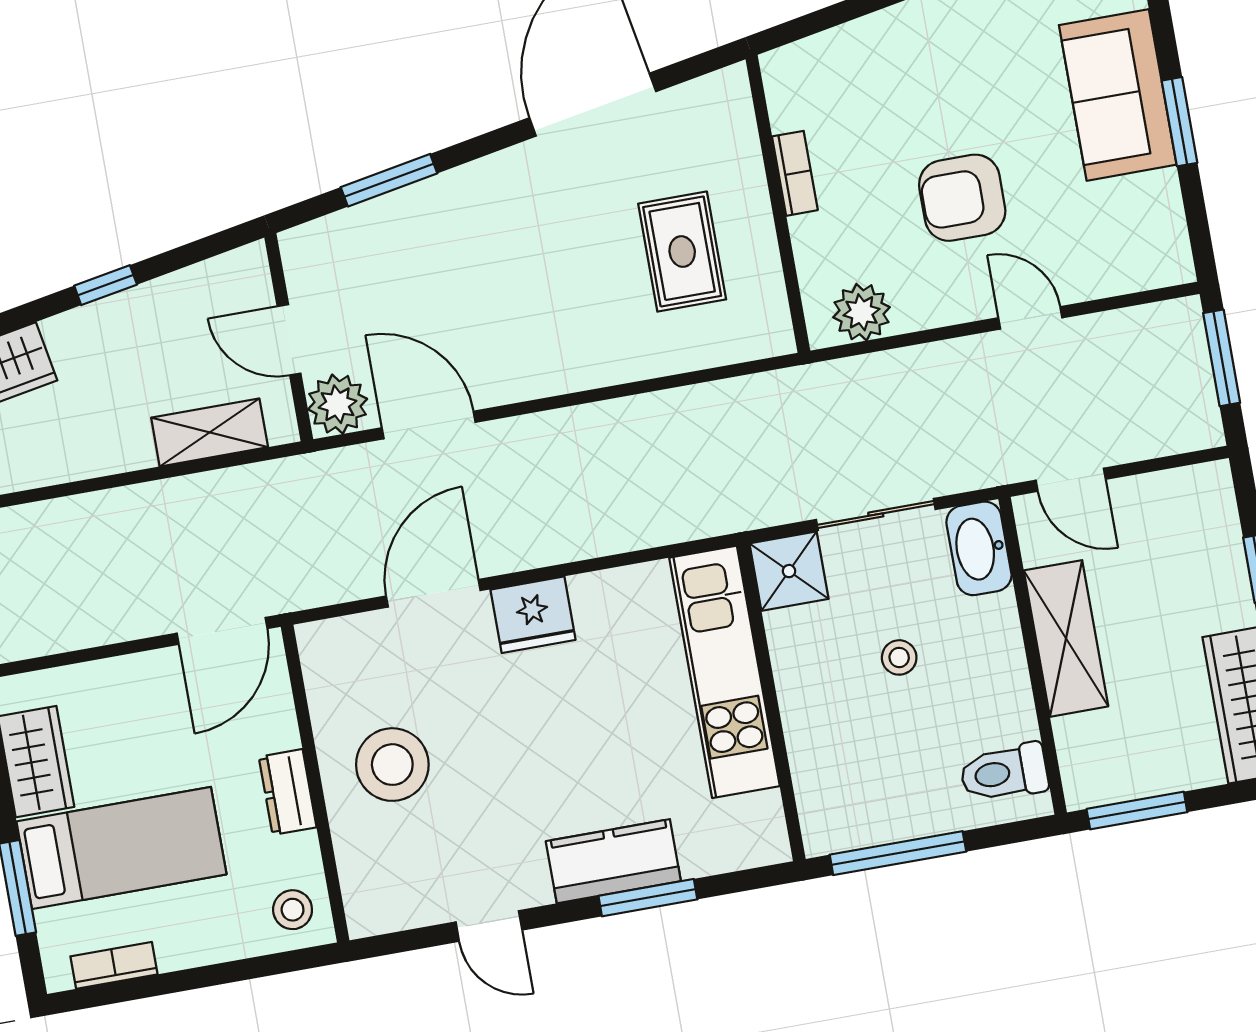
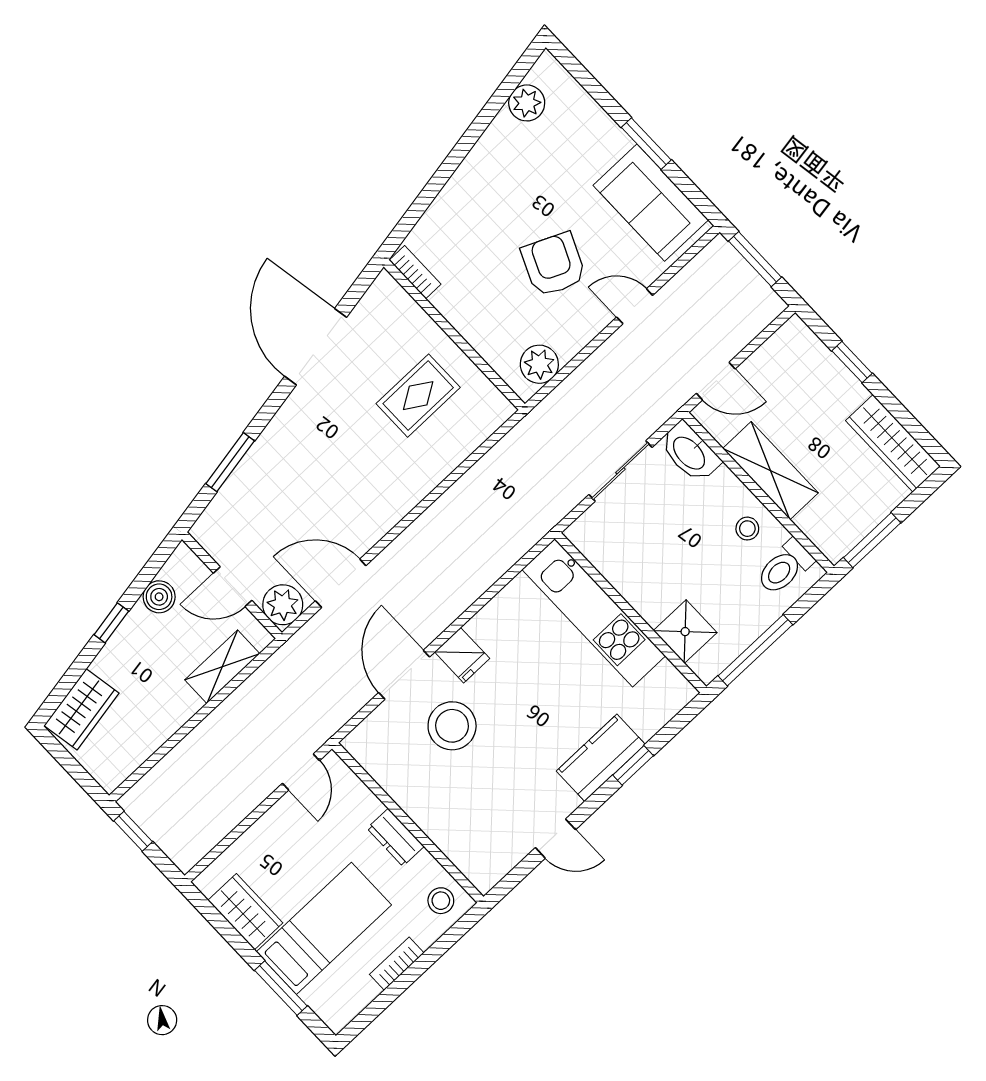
sofa: (1118, 95) -> (651, 203), moved
bookcase: (795, 173) -> (415, 272), moved
armchair: (962, 198) -> (554, 264), turned 114
rug: (682, 252) -> (418, 396), turned 90
boiler: (188, 292) -> (159, 597), added
shower: (789, 571) -> (685, 632), moved
fridge: (533, 615) -> (462, 655), width x0.72
door: (222, 631) -> (301, 772), width x0.73
stool: (899, 657) -> (747, 529), moved
stool: (392, 765) -> (452, 726), moved
window: (648, 898) -> (633, 765), width x0.67
bookcase: (114, 965) -> (397, 964), moved

